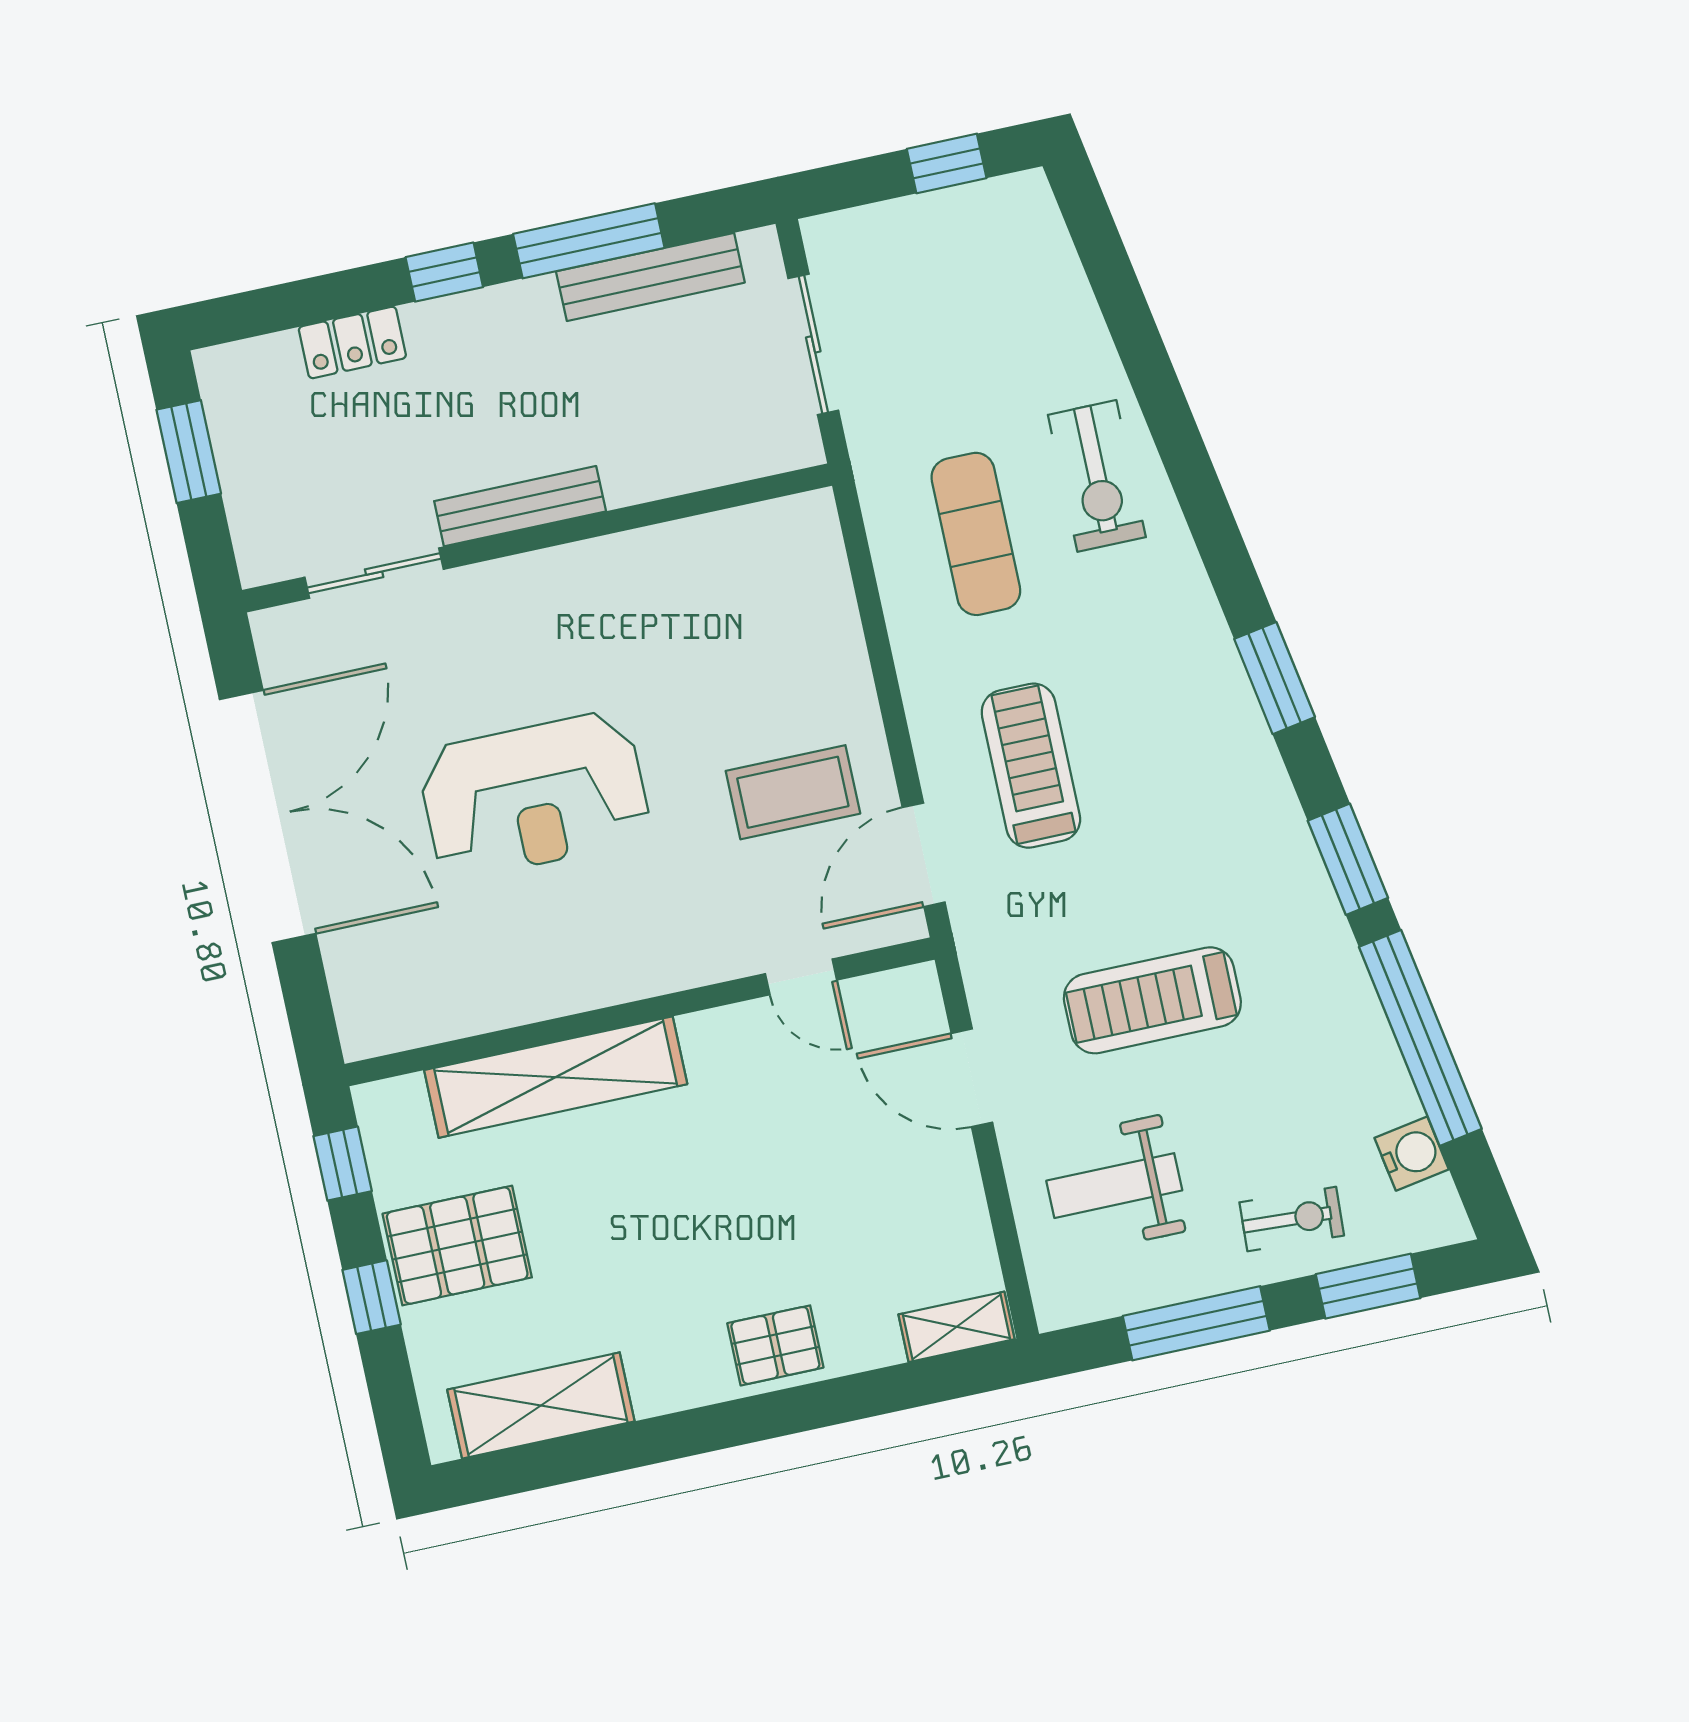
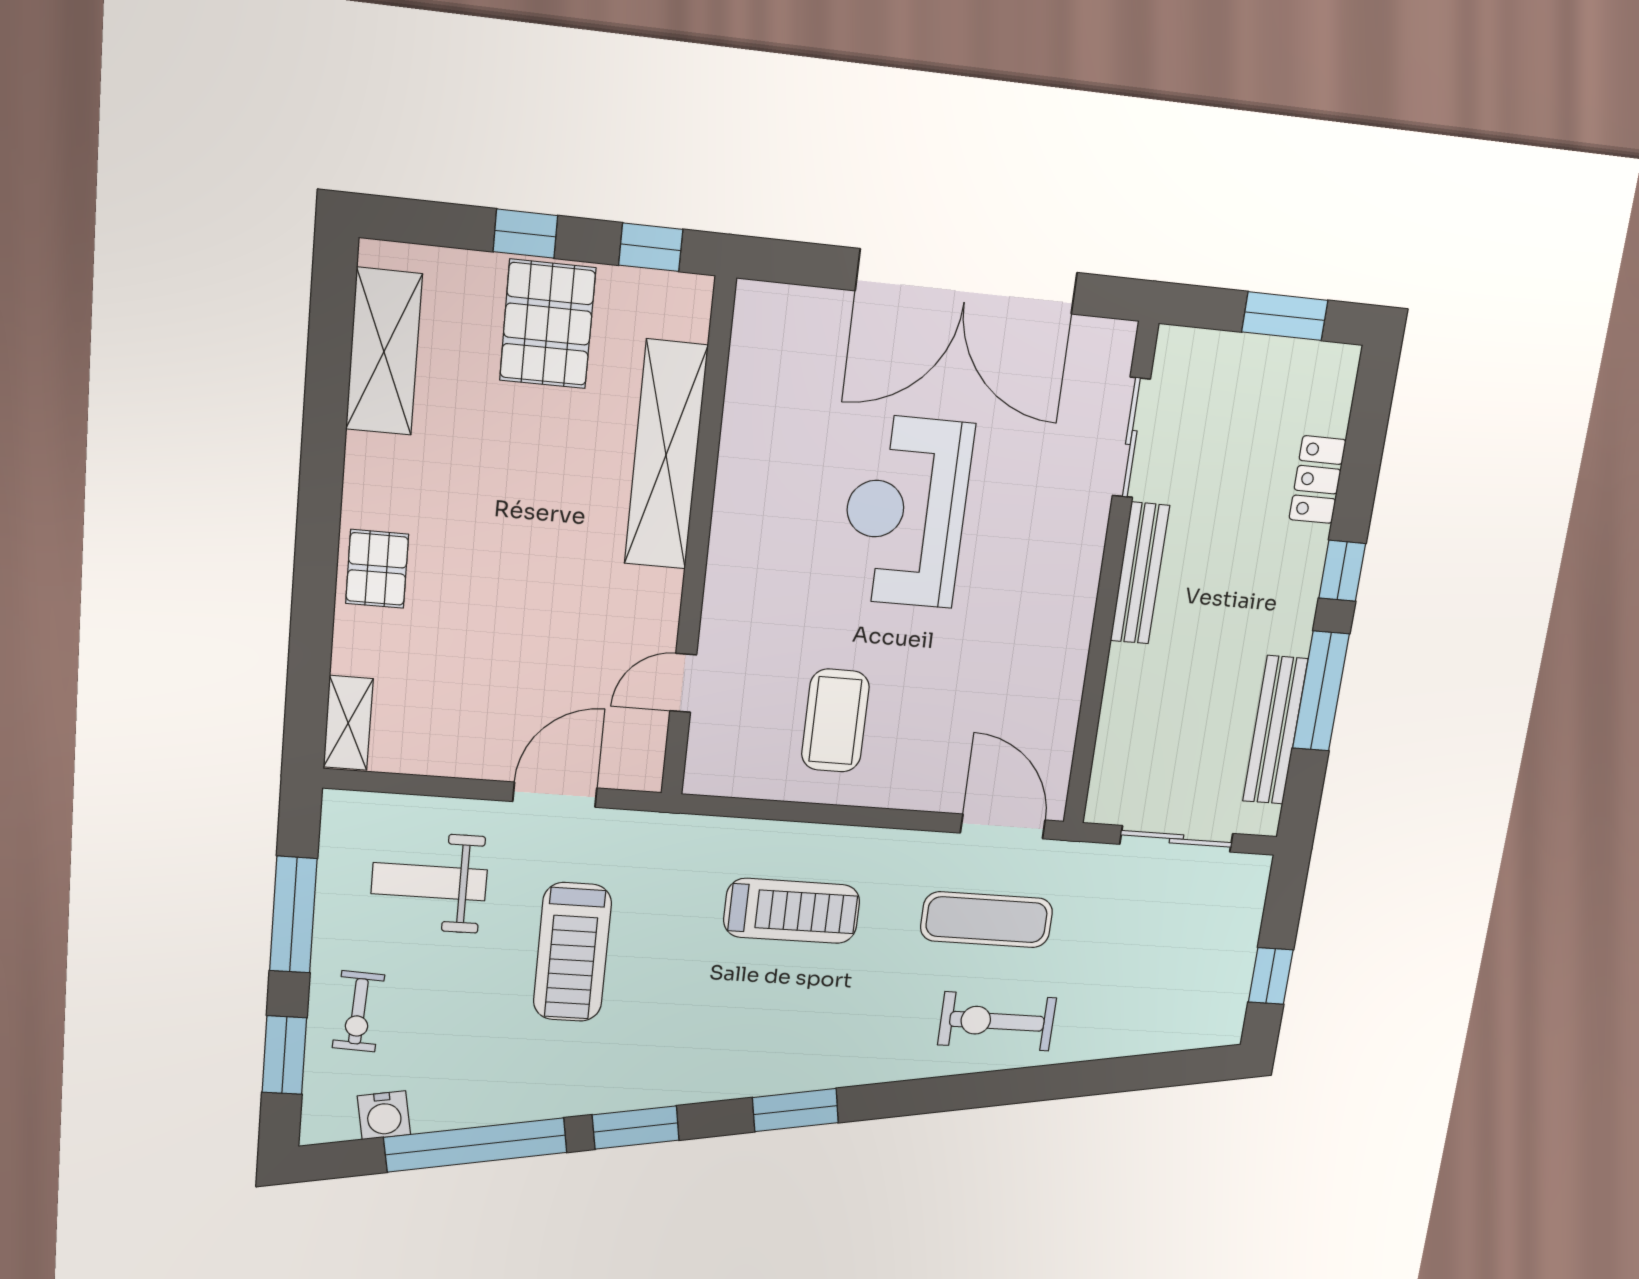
door: (924, 855) -> (1003, 826), moved
treadmill: (1152, 1000) -> (572, 952), turned 180
weight bench: (1114, 1186) -> (429, 882), turned -90

